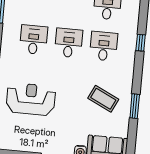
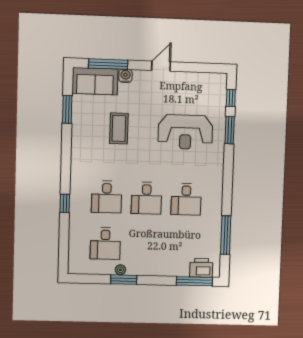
coffee table: (103, 99) -> (119, 128), moved, turned 64
window: (135, 106) -> (67, 109), moved

